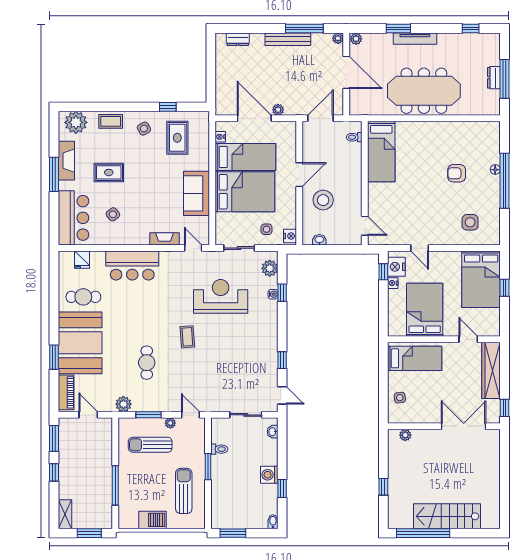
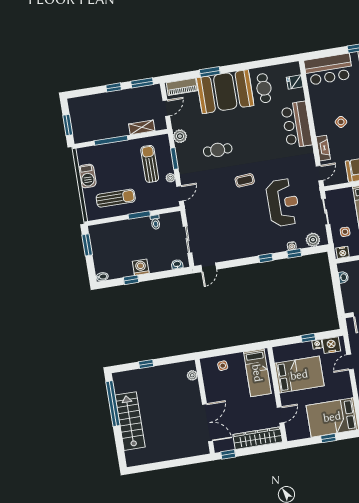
side table: (113, 214) -> (341, 122), moved
window: (383, 272) -> (308, 338), moved
window: (282, 360) -> (266, 258), moved
shelving: (65, 514) -> (142, 127), moved

